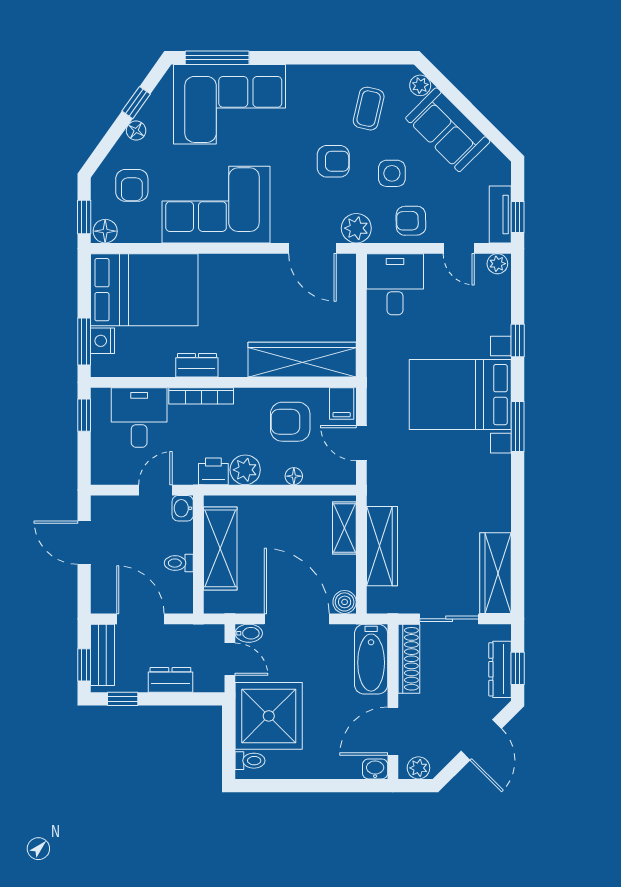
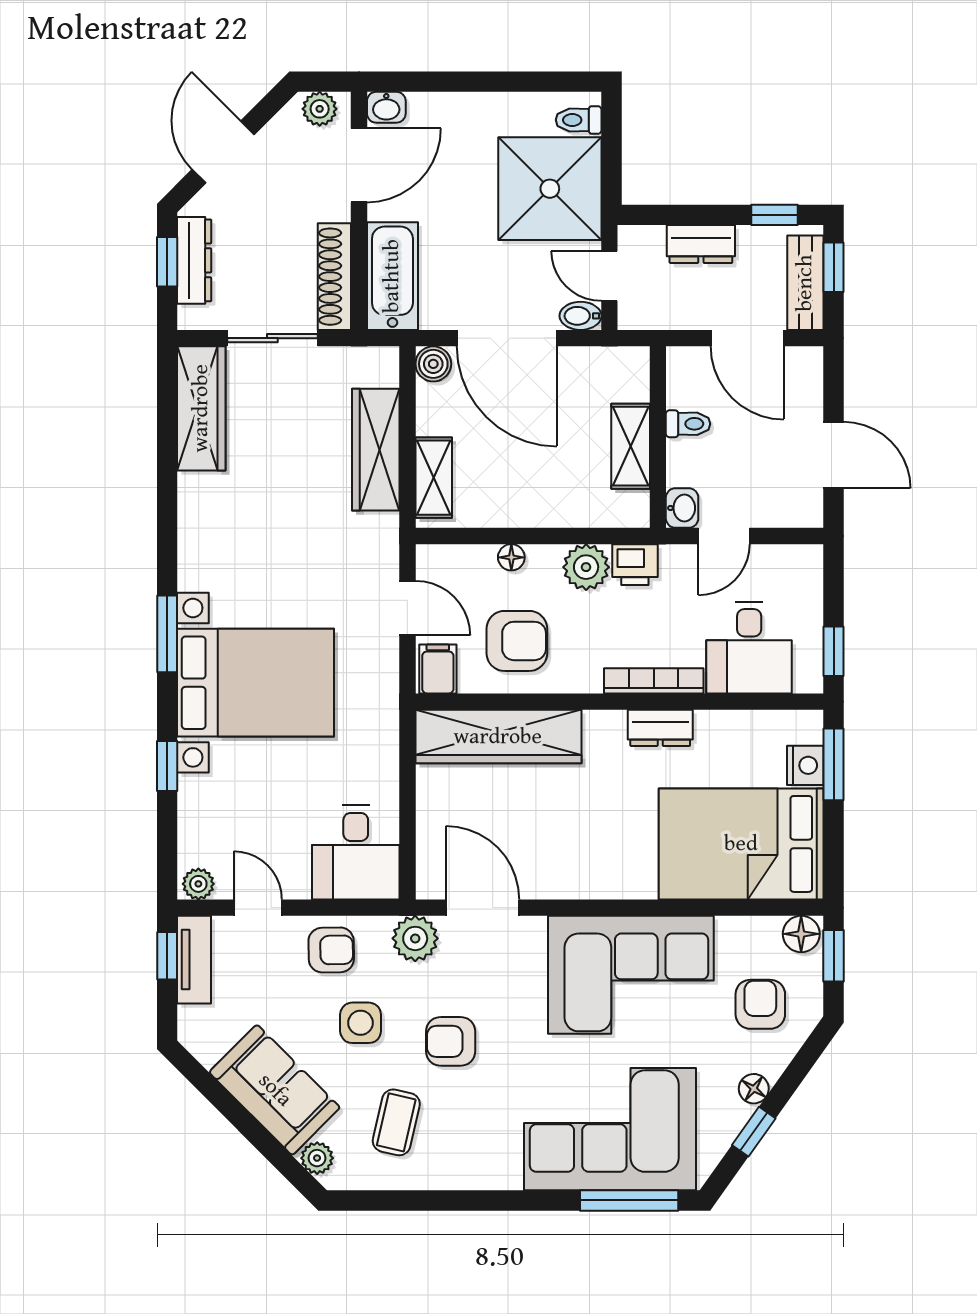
shelving: (220, 548) -> (631, 446), width x0.67, depth x0.75

